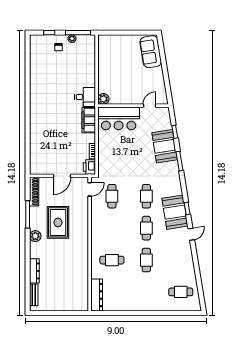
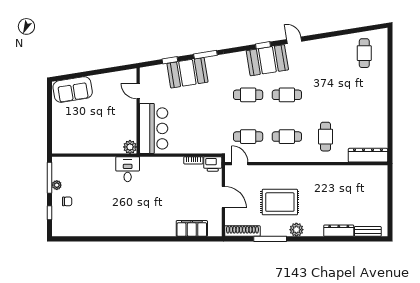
filing cabinet: (89, 120) -> (192, 228), moved, turned 180
cafe table: (146, 260) -> (287, 137), moved

